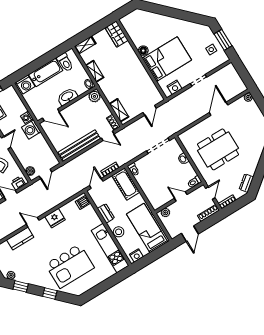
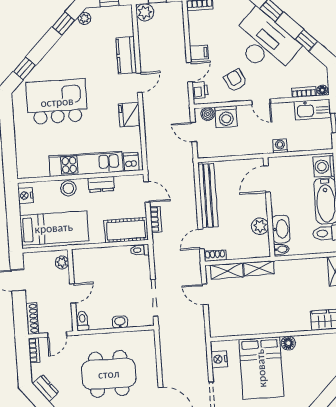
shelving: (95, 71) -> (259, 268), moved
plant: (94, 96) -> (260, 226), moved
washbasin: (67, 97) -> (281, 229), moved
door: (150, 110) -> (205, 294), moved
washing machine: (31, 129) -> (226, 117), moved, turned 180
dining table: (218, 149) -> (109, 374), turned 90
door: (210, 193) -> (57, 334), hinge flipped
kitchen unit: (110, 248) -> (86, 164), moved
kitchen island: (70, 266) -> (57, 102), turned 90
window: (50, 294) -> (24, 68), moved

